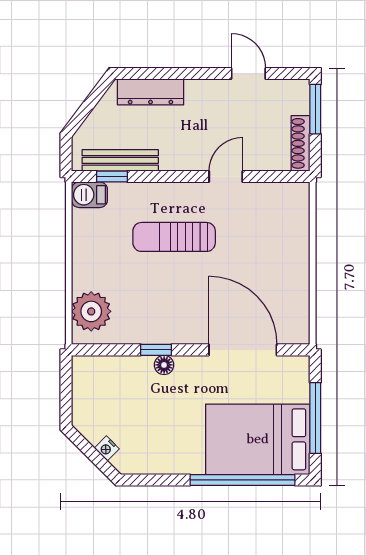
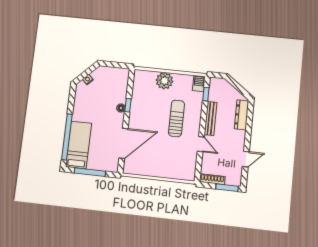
bench: (120, 160) -> (211, 118), moved
plant: (91, 311) -> (165, 81), moved
bed: (258, 439) -> (79, 145), width x0.67

